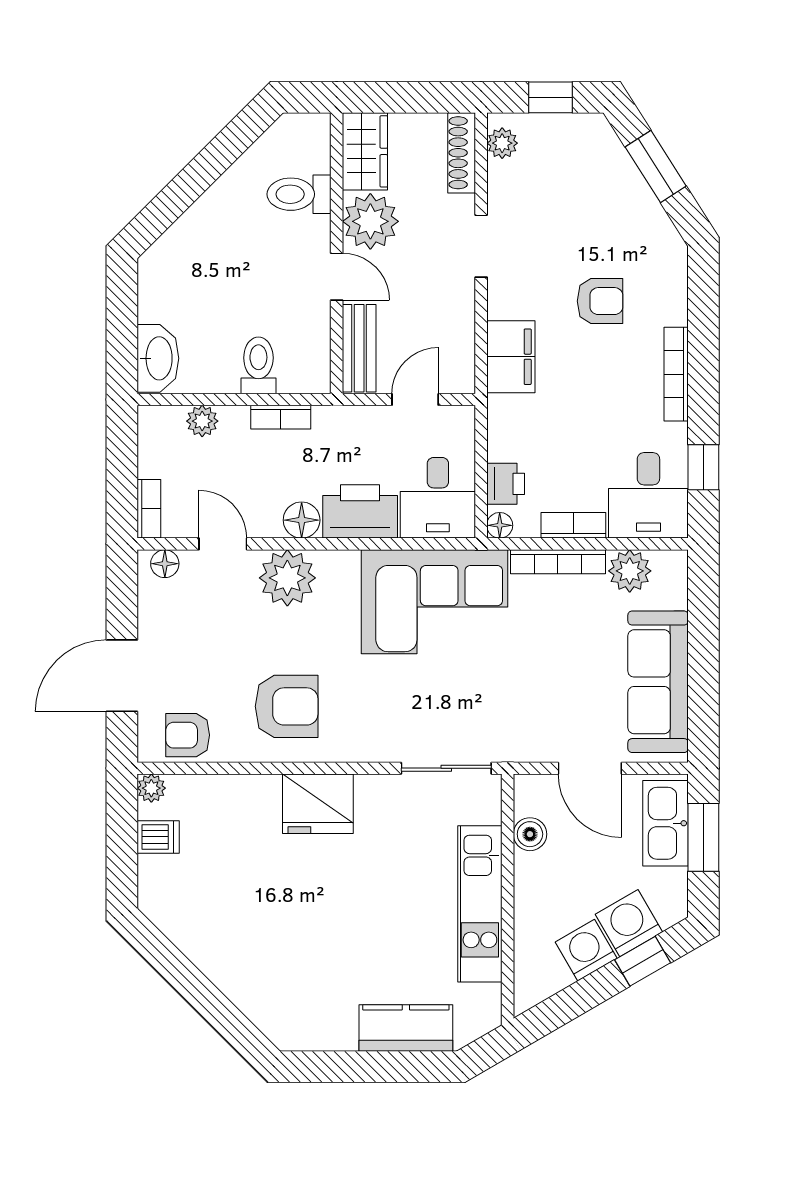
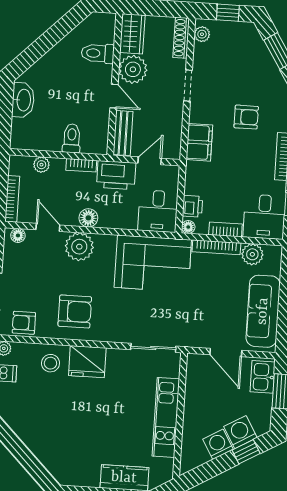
washbasin: (158, 358) -> (23, 100), moved
bookcase: (149, 509) -> (12, 199), width x1.56
printer: (360, 511) -> (116, 175), moved, turned 180
stool: (245, 811) -> (50, 363), added
kitchen sink: (666, 823) -> (263, 377), width x0.73
boiler: (530, 834) -> (193, 384), removed

